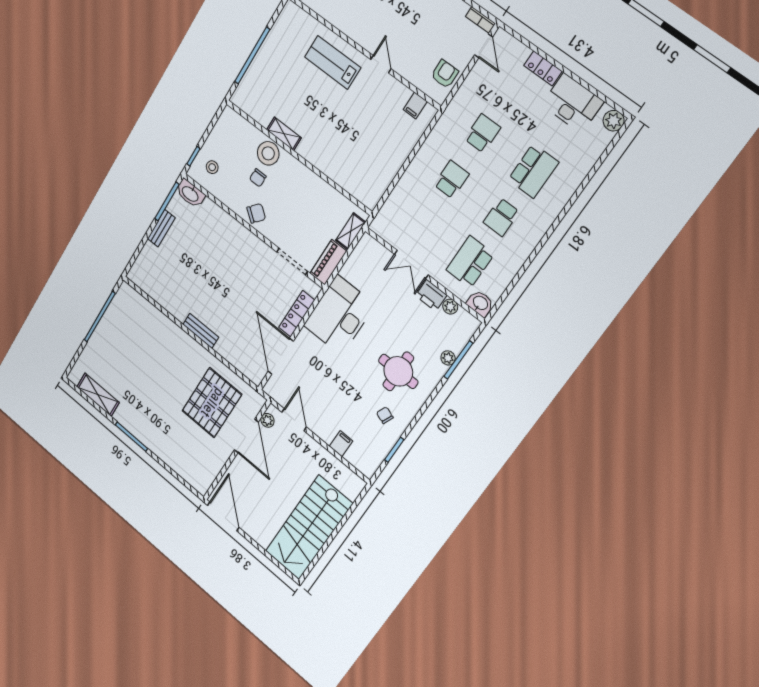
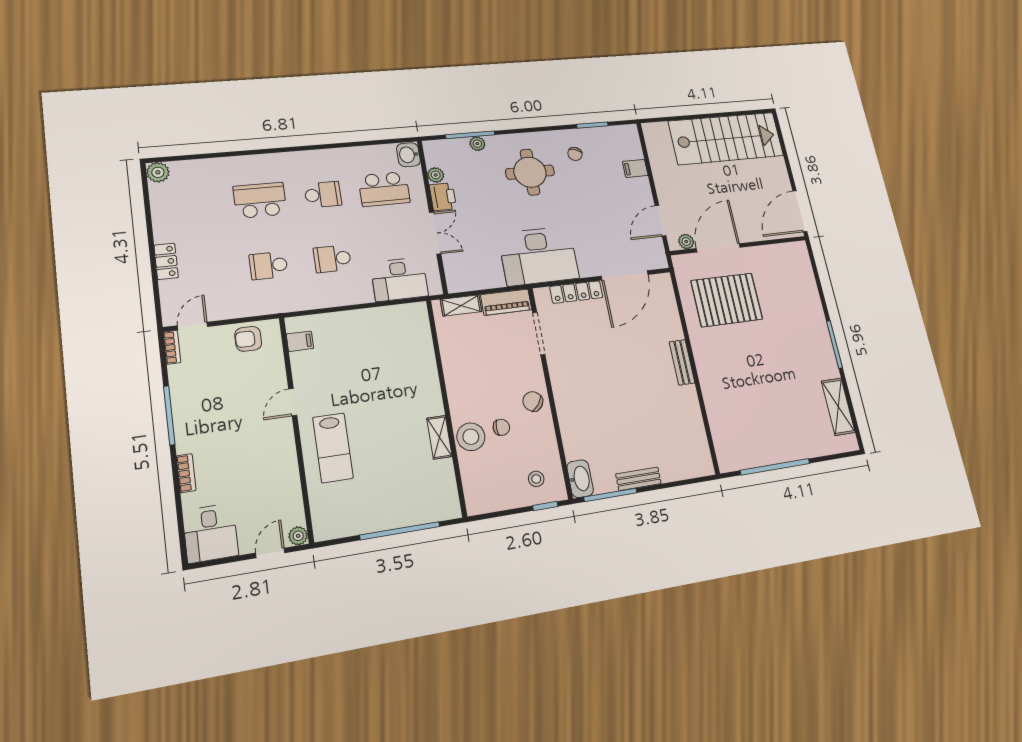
desk: (573, 103) -> (399, 279), moved, turned -90

